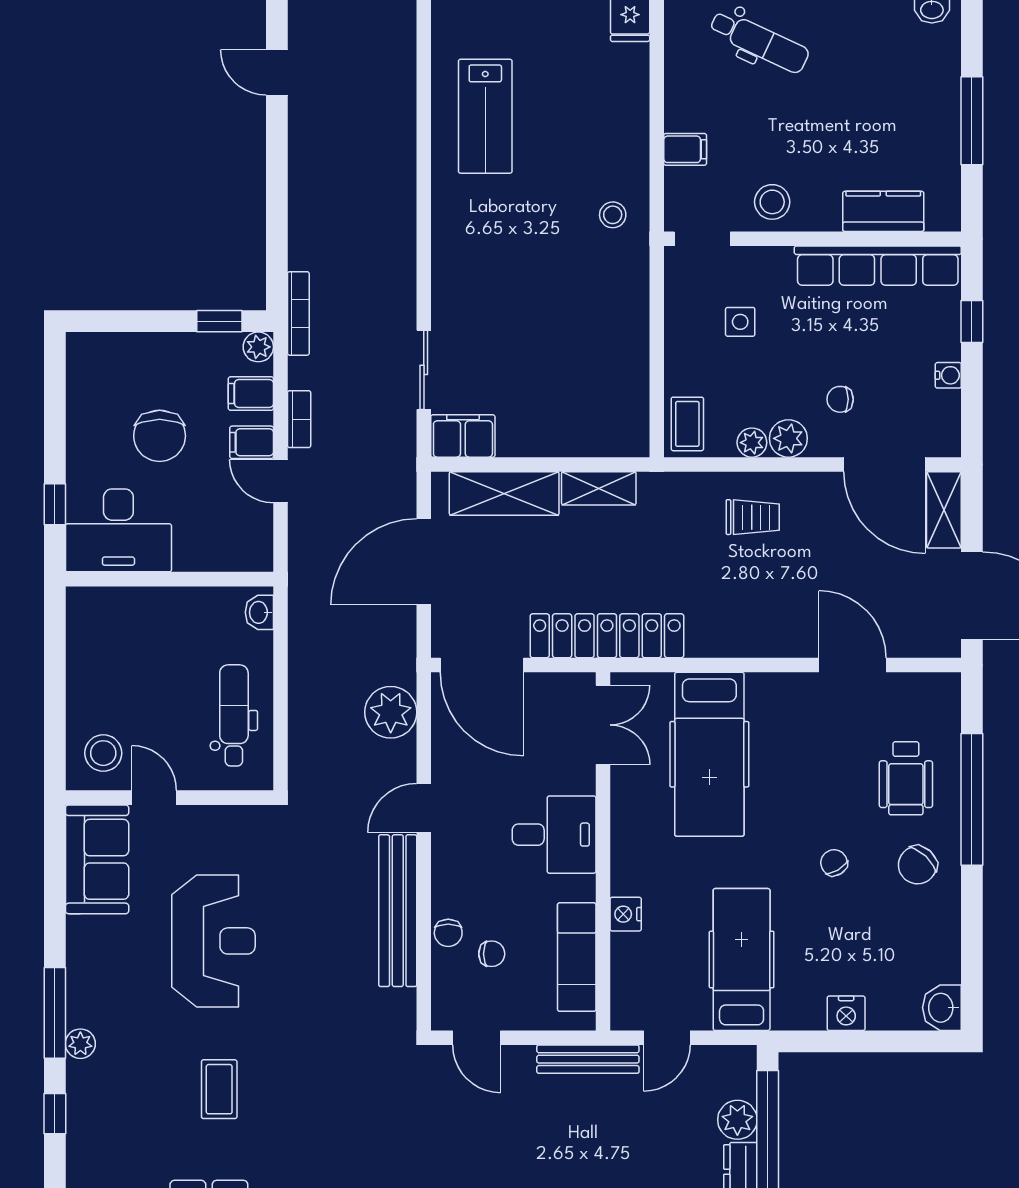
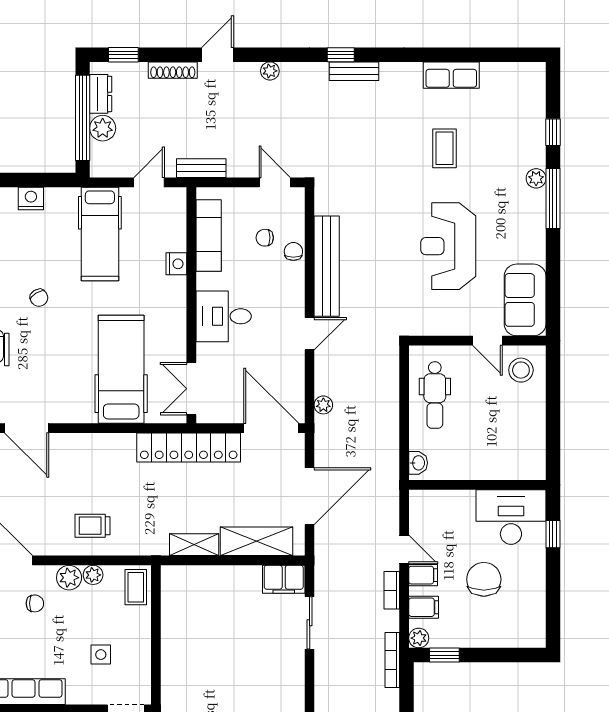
plant: (391, 712) -> (323, 405), width x0.53, depth x0.53
bench: (588, 1059) -> (201, 168), width x0.73

